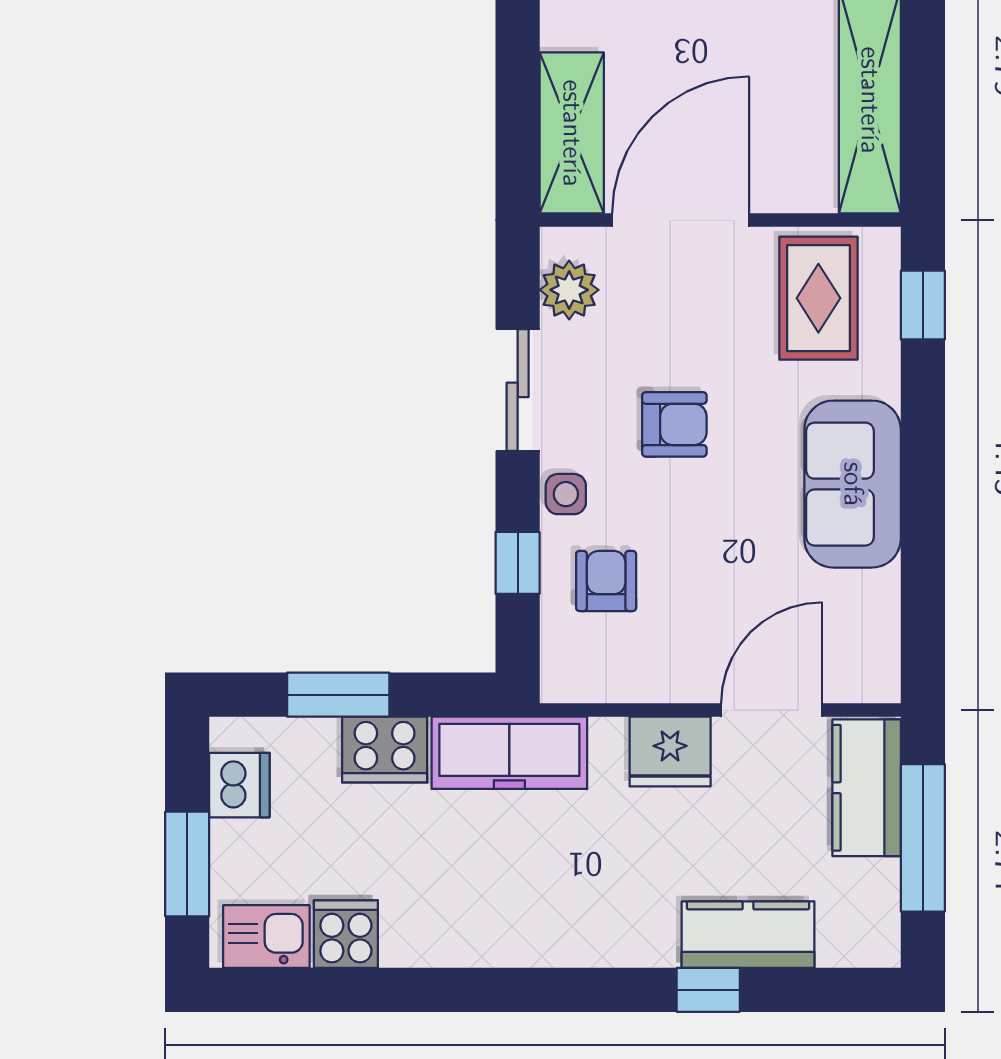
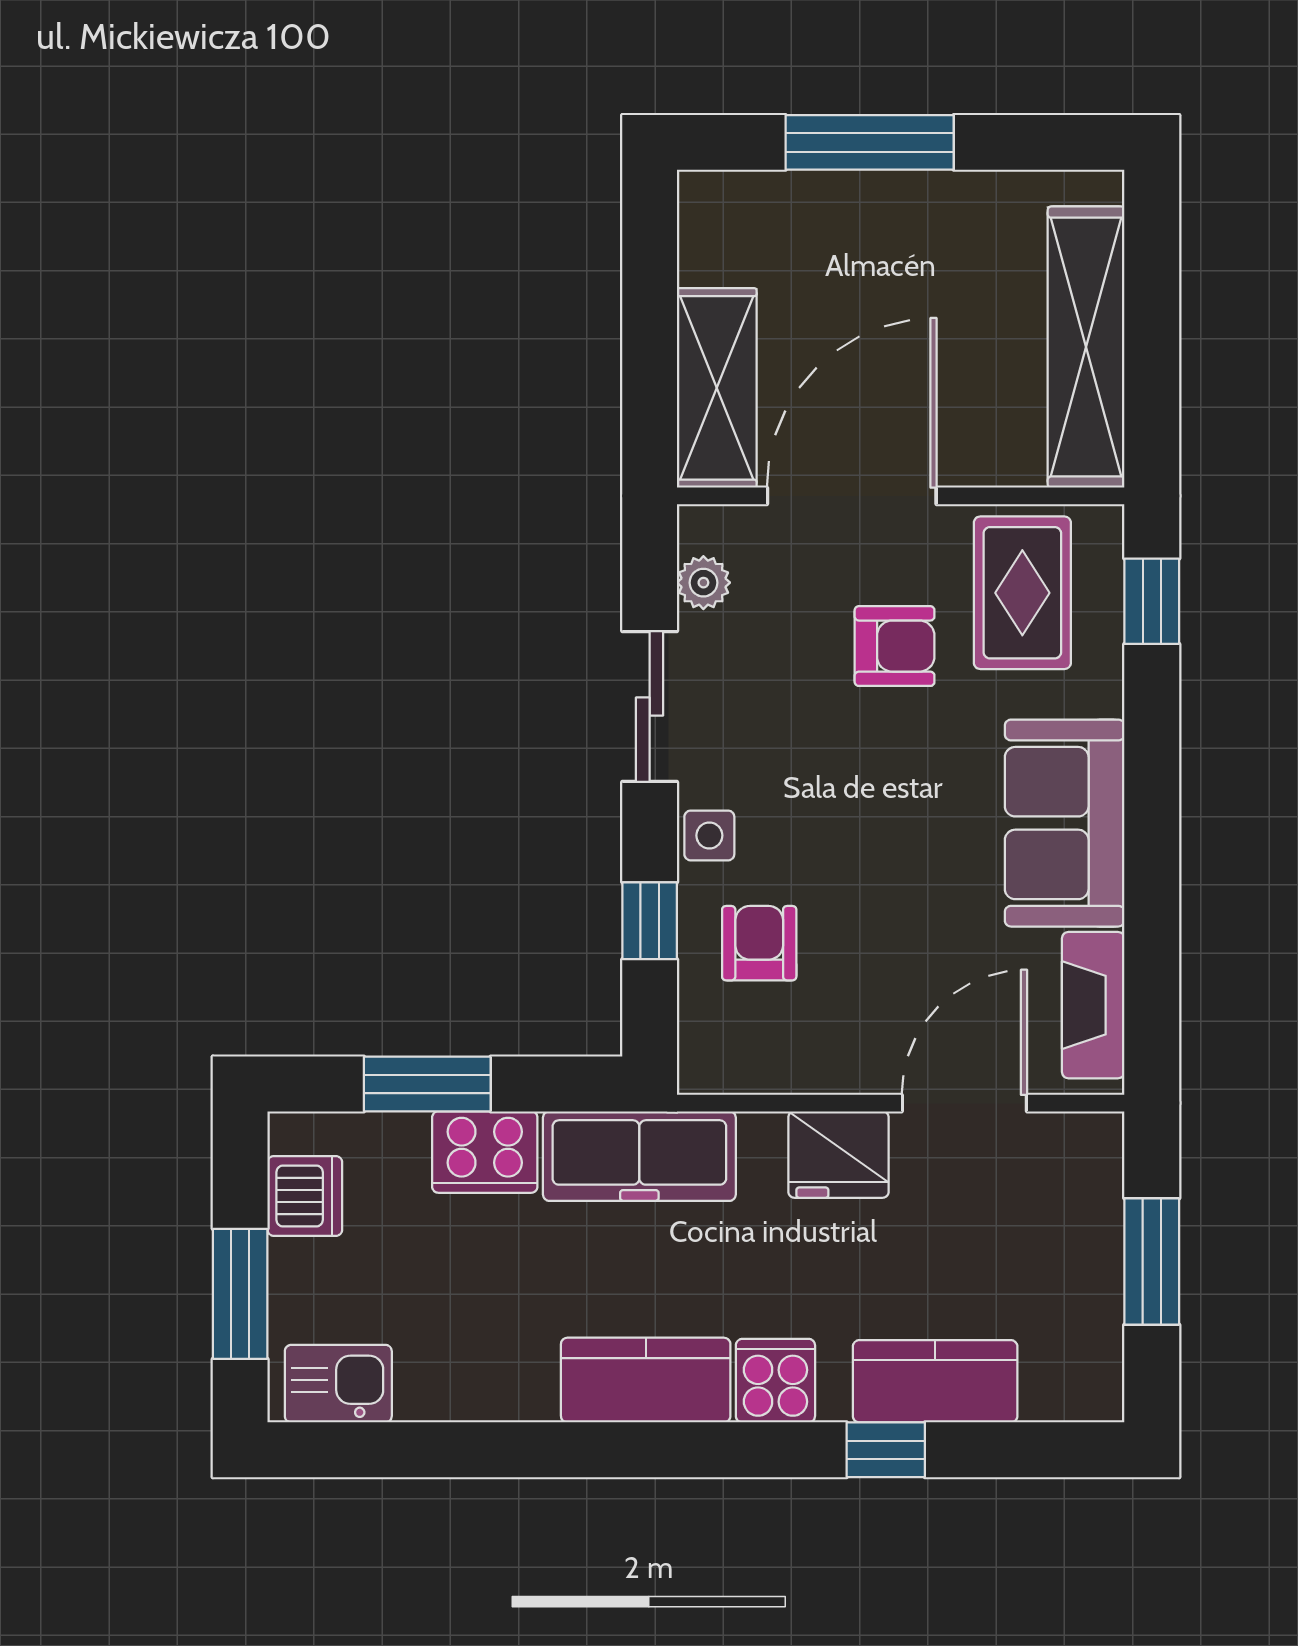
plant: (569, 290) -> (703, 583), width x0.73, depth x0.73
armchair: (674, 424) -> (895, 646), moved
fireplace: (876, 631) -> (1093, 1005), added
kitchen counter: (867, 788) -> (646, 1380), moved, turned 90
window: (923, 838) -> (1152, 1261), width x0.69
cooker: (346, 934) -> (775, 1381), moved

